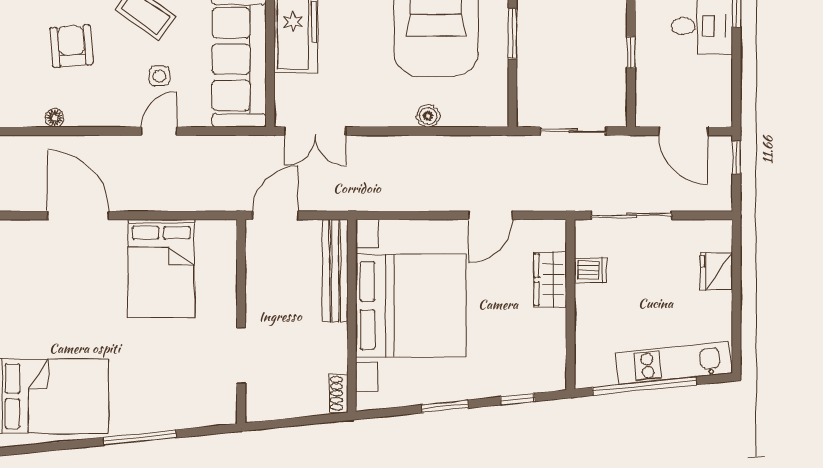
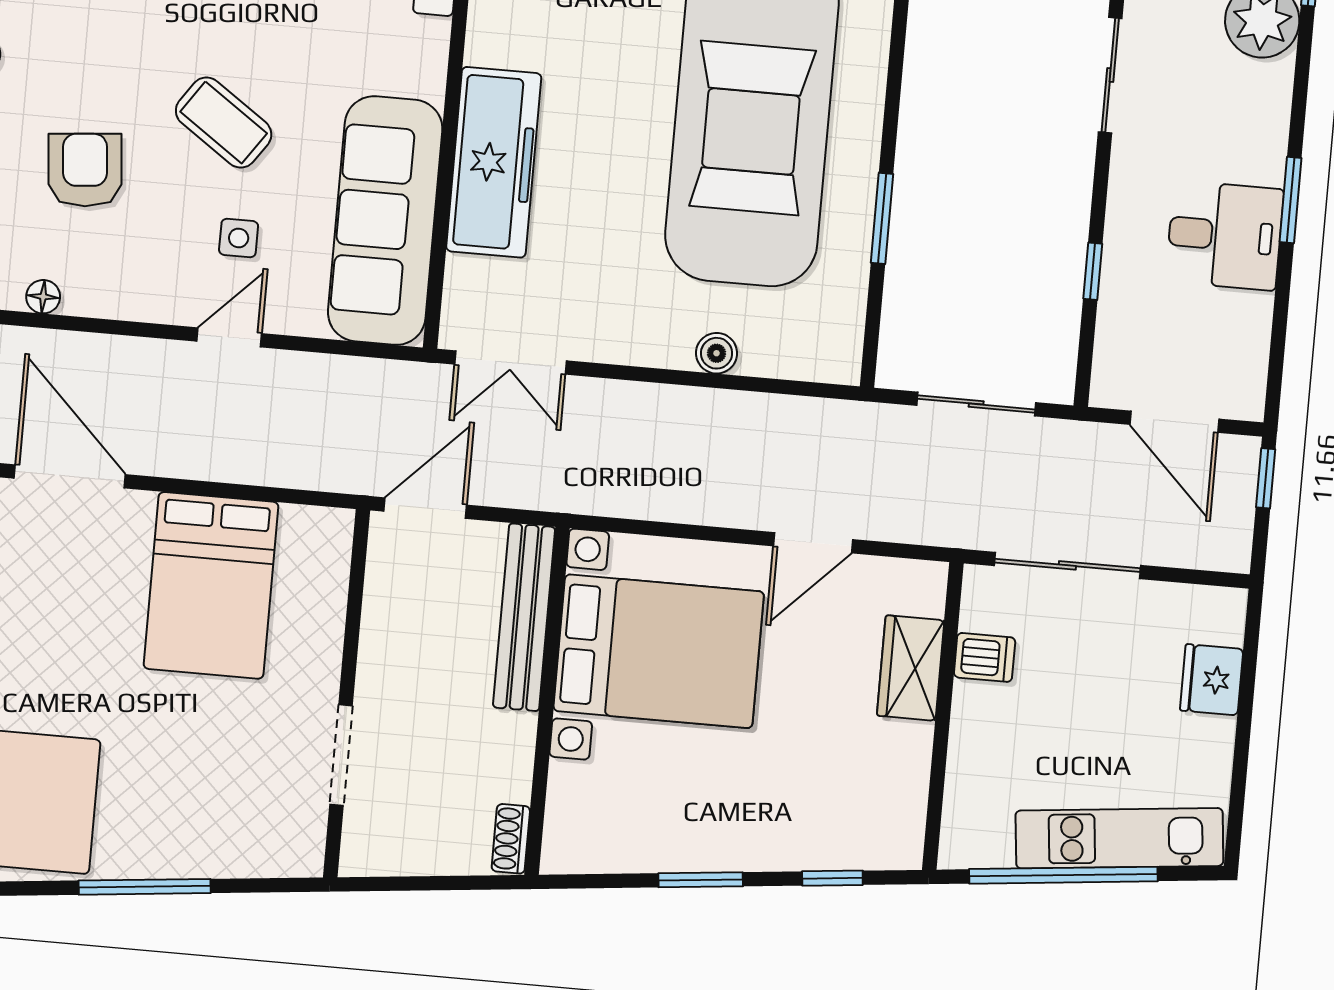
bed with nightstands: (411, 306) -> (659, 651), width x0.73

